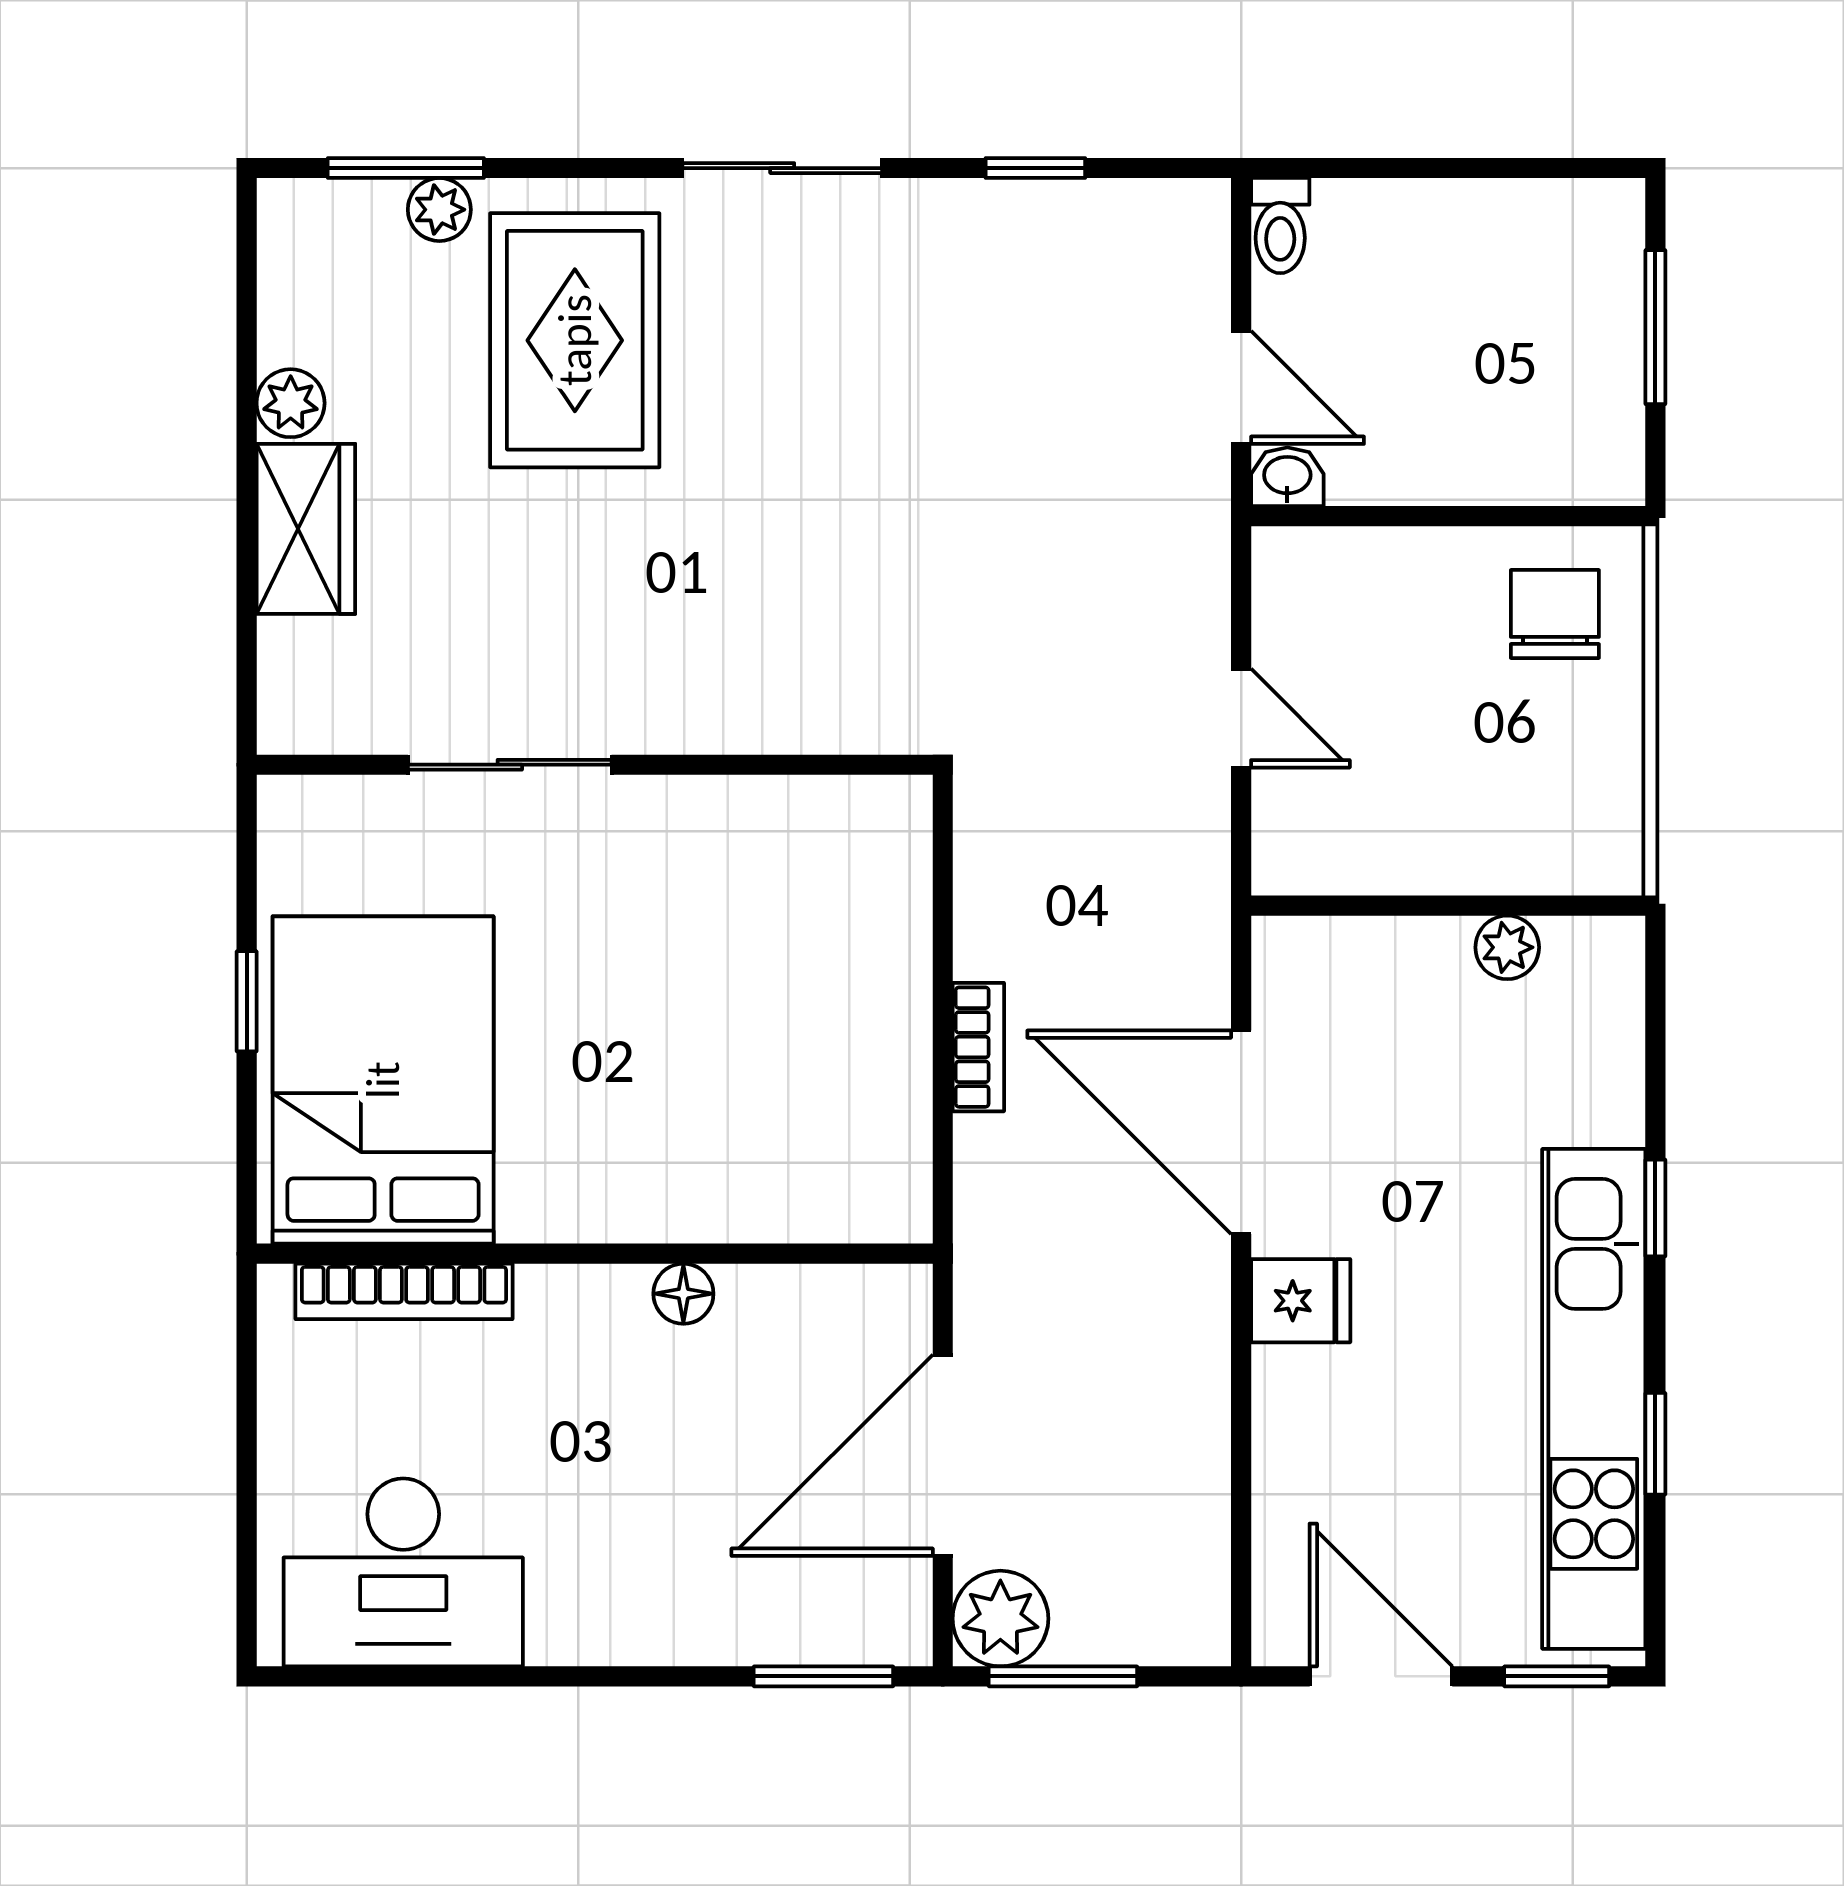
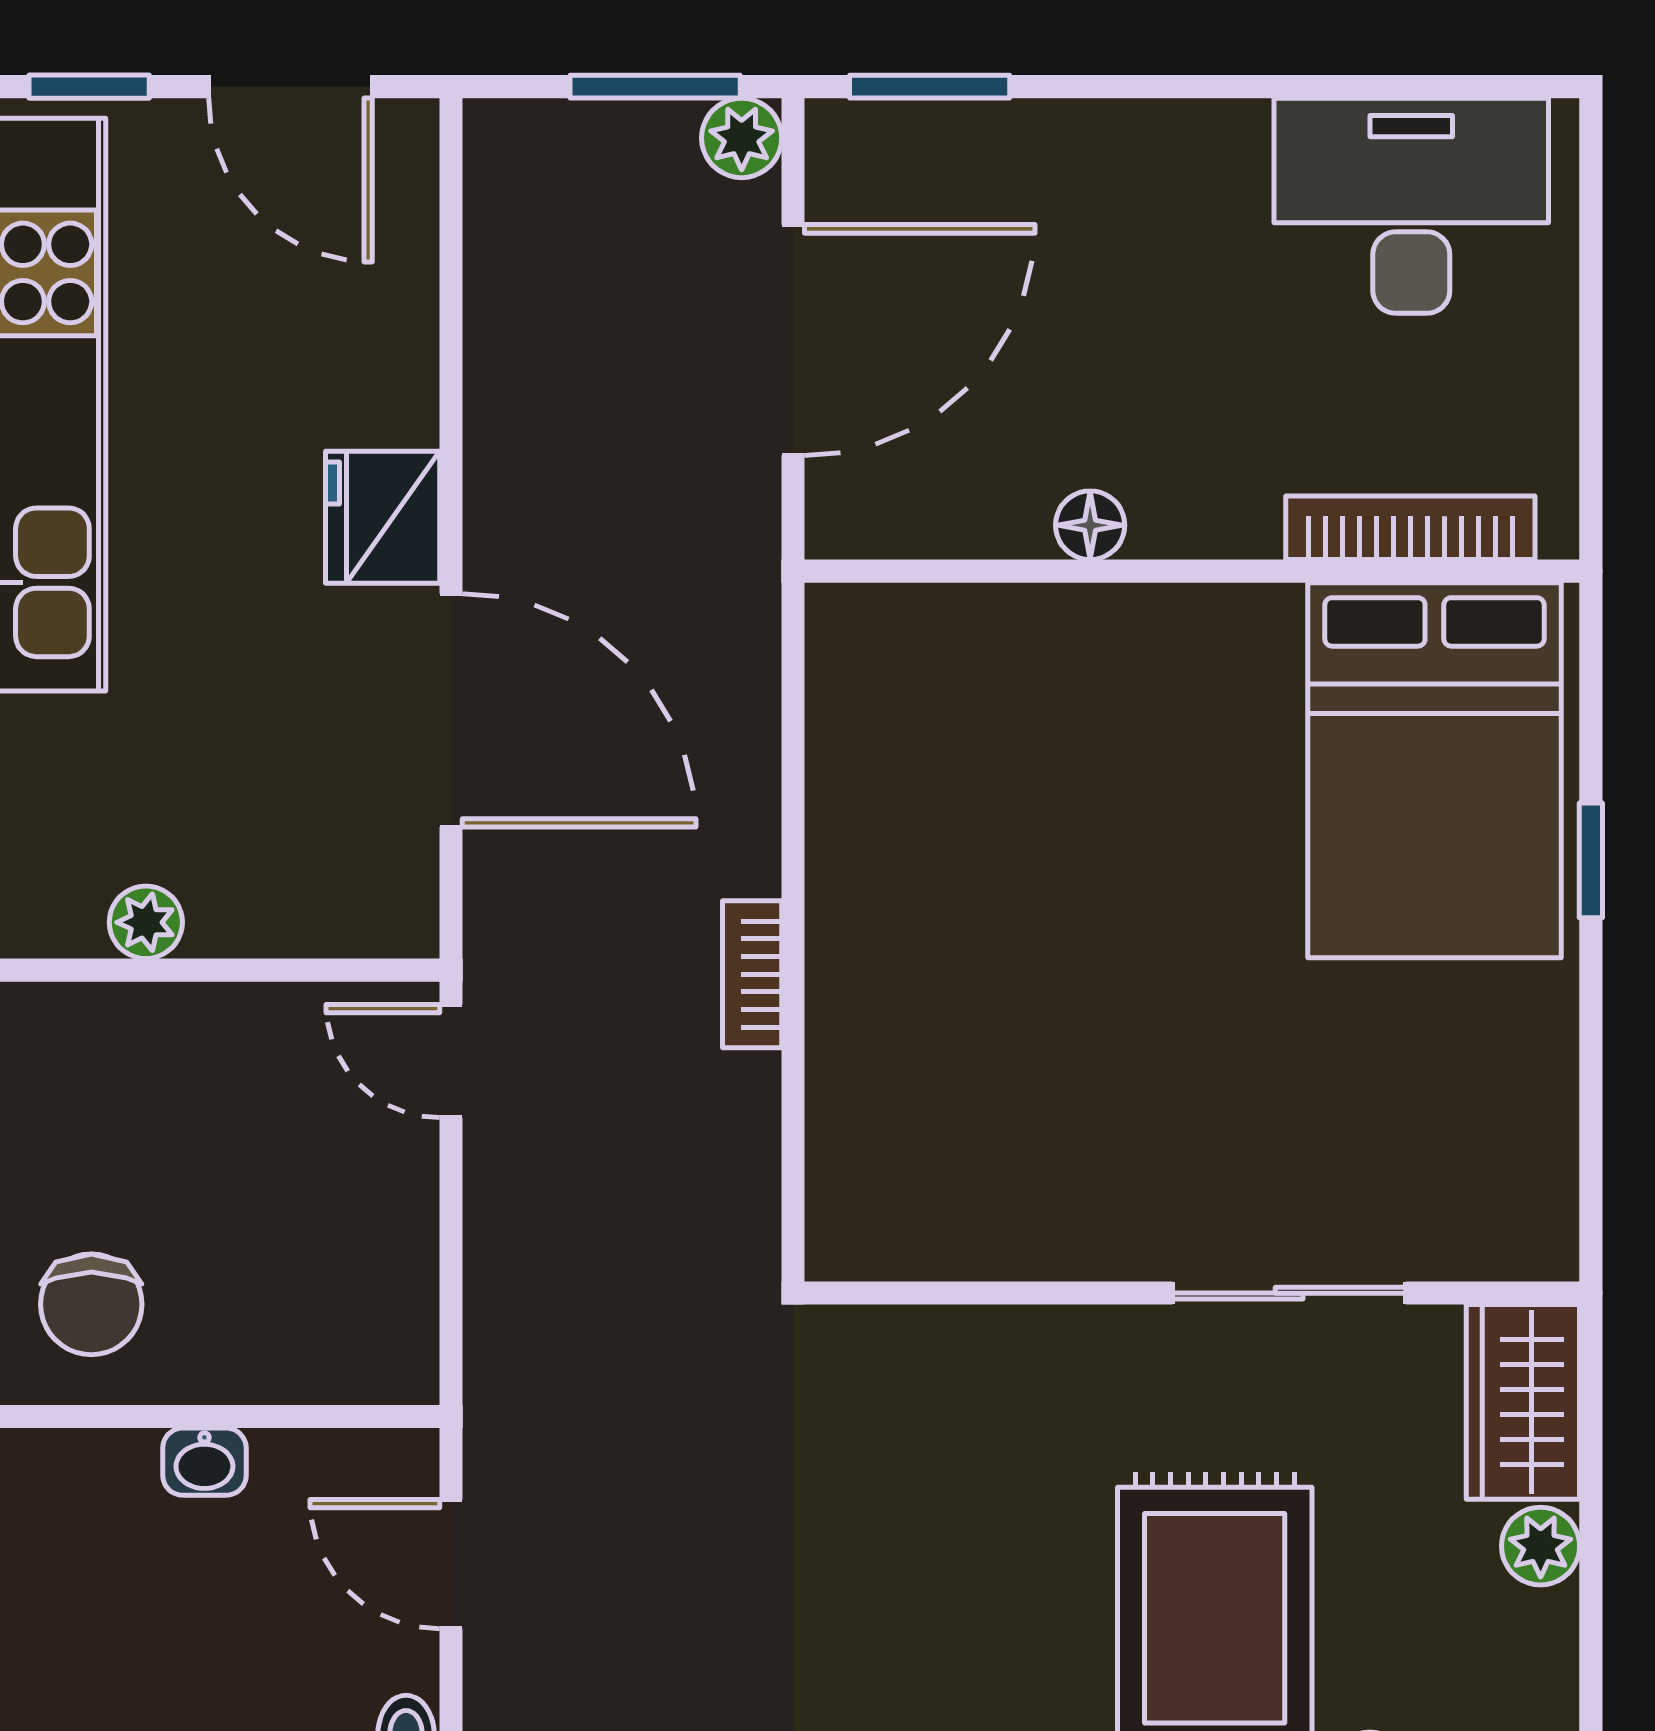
washbasin: (1287, 477) -> (204, 1462), moved
door: (1241, 718) -> (451, 1061), moved
sliding door: (510, 765) -> (1289, 1293), moved
wall: (595, 765) -> (1192, 1293), moved
bookcase: (978, 1047) -> (752, 974), moved
fridge: (1301, 1301) -> (383, 517), width x1.38
plant: (1000, 1619) -> (742, 138), width x0.73, depth x0.73

